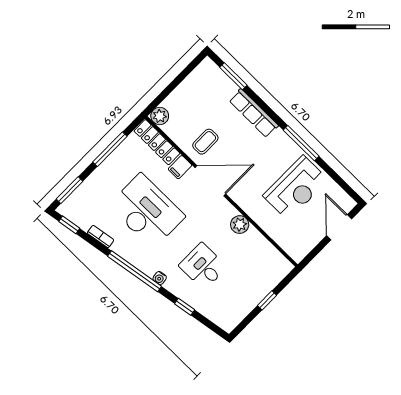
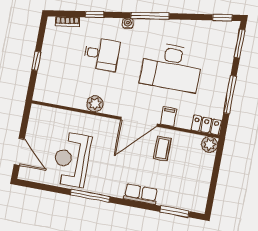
row of seats: (254, 113) -> (141, 194), width x0.68
locker: (157, 142) -> (206, 125), width x0.66
bookcase: (101, 237) -> (67, 22), moved
window: (135, 271) -> (150, 16), width x0.68

